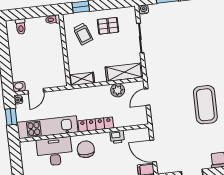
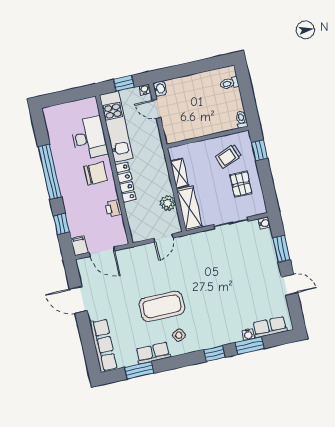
shelving: (82, 79) -> (179, 173), moved
door: (147, 97) -> (163, 238), swing flipped
door: (153, 151) -> (102, 252), swing flipped

